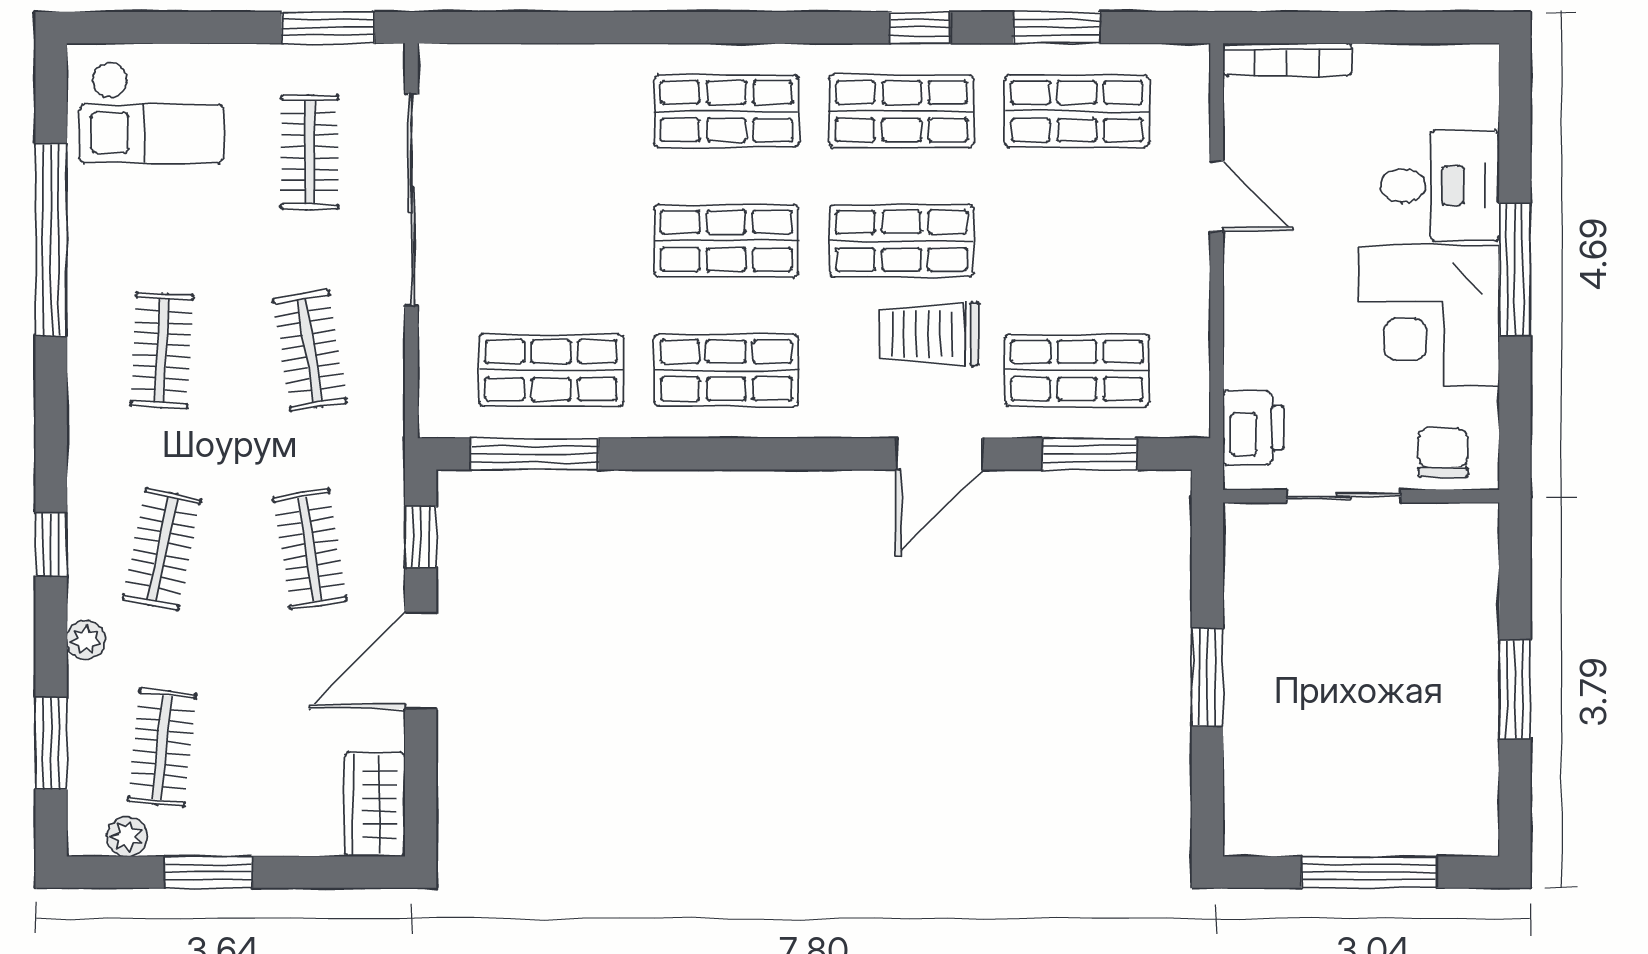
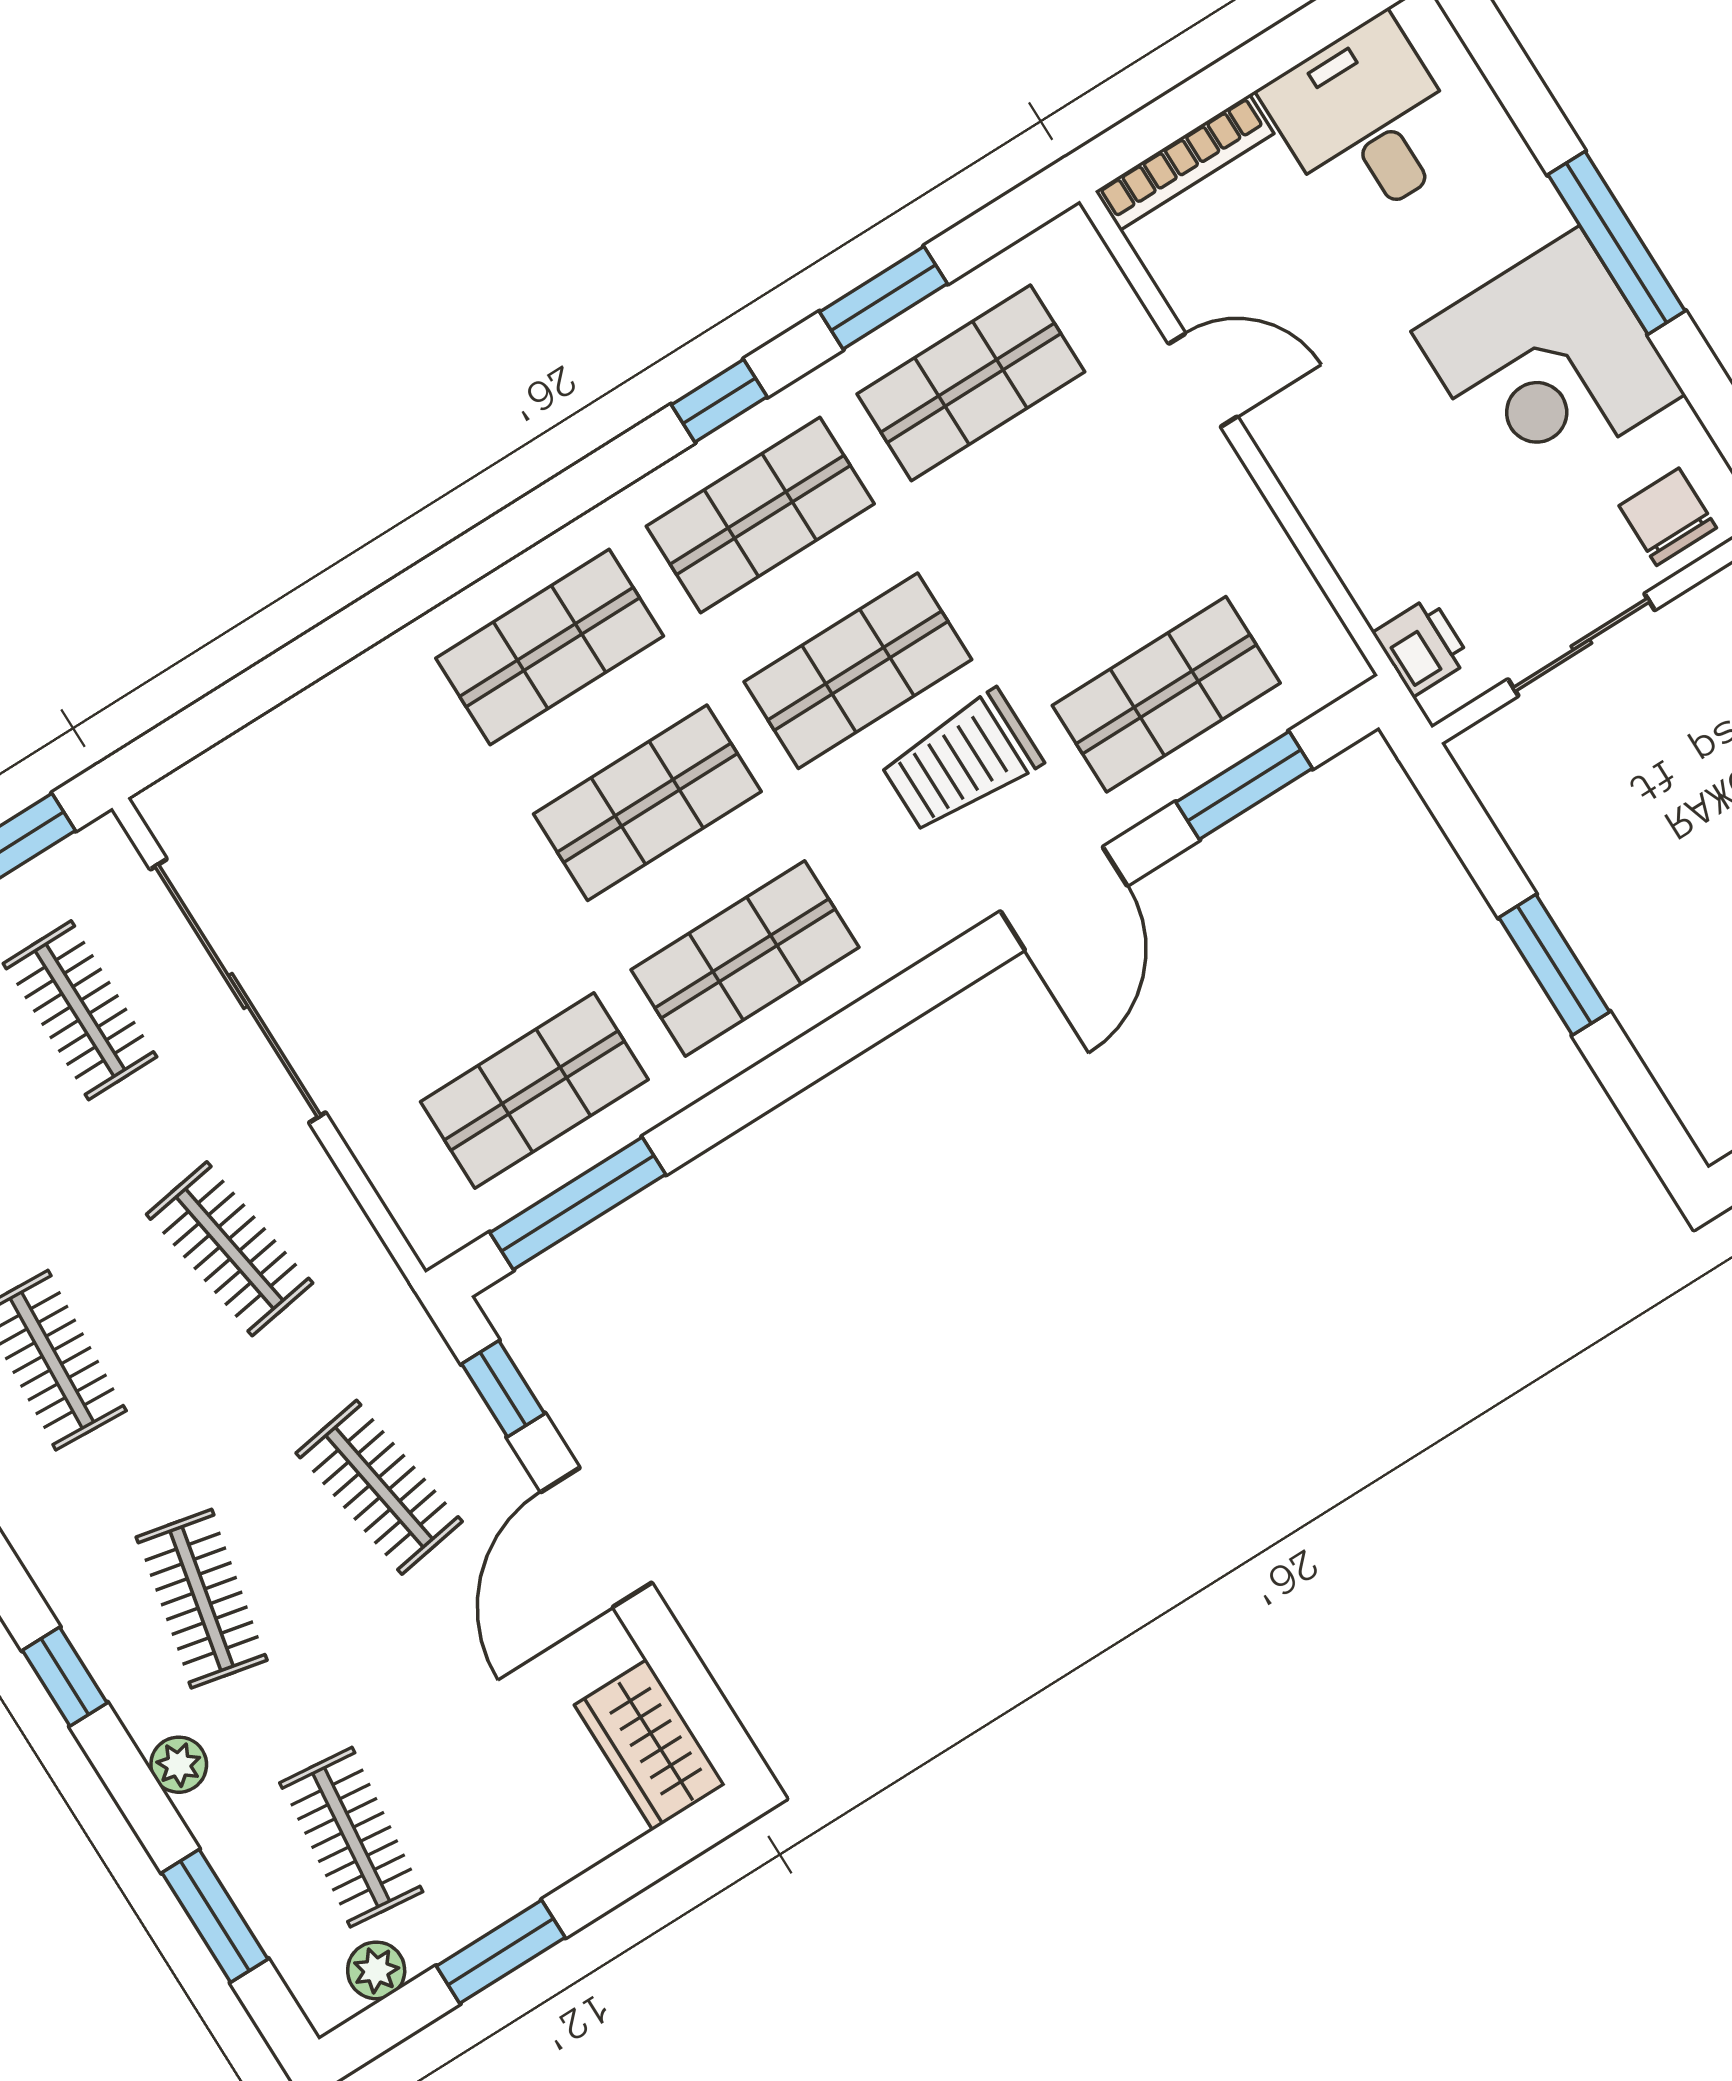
desk: (1440, 186) -> (1366, 121), moved, turned -90
printer: (1253, 428) -> (1422, 647), width x0.73, depth x0.81

